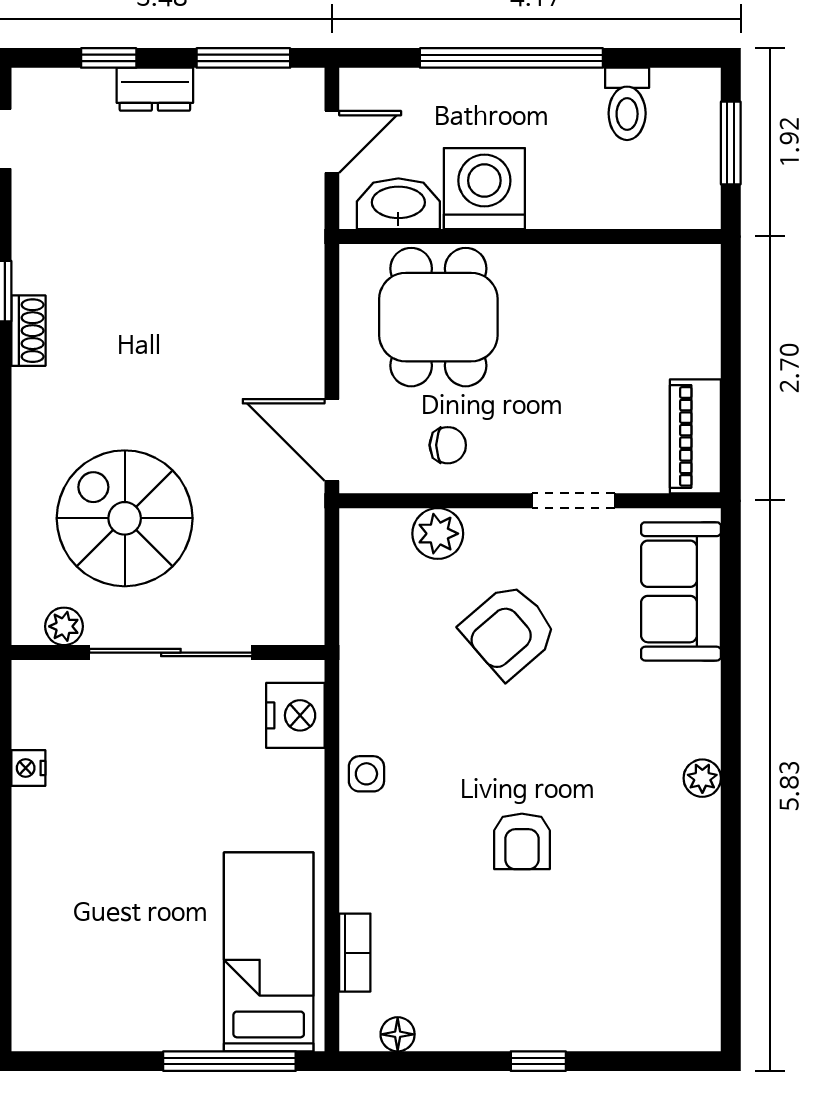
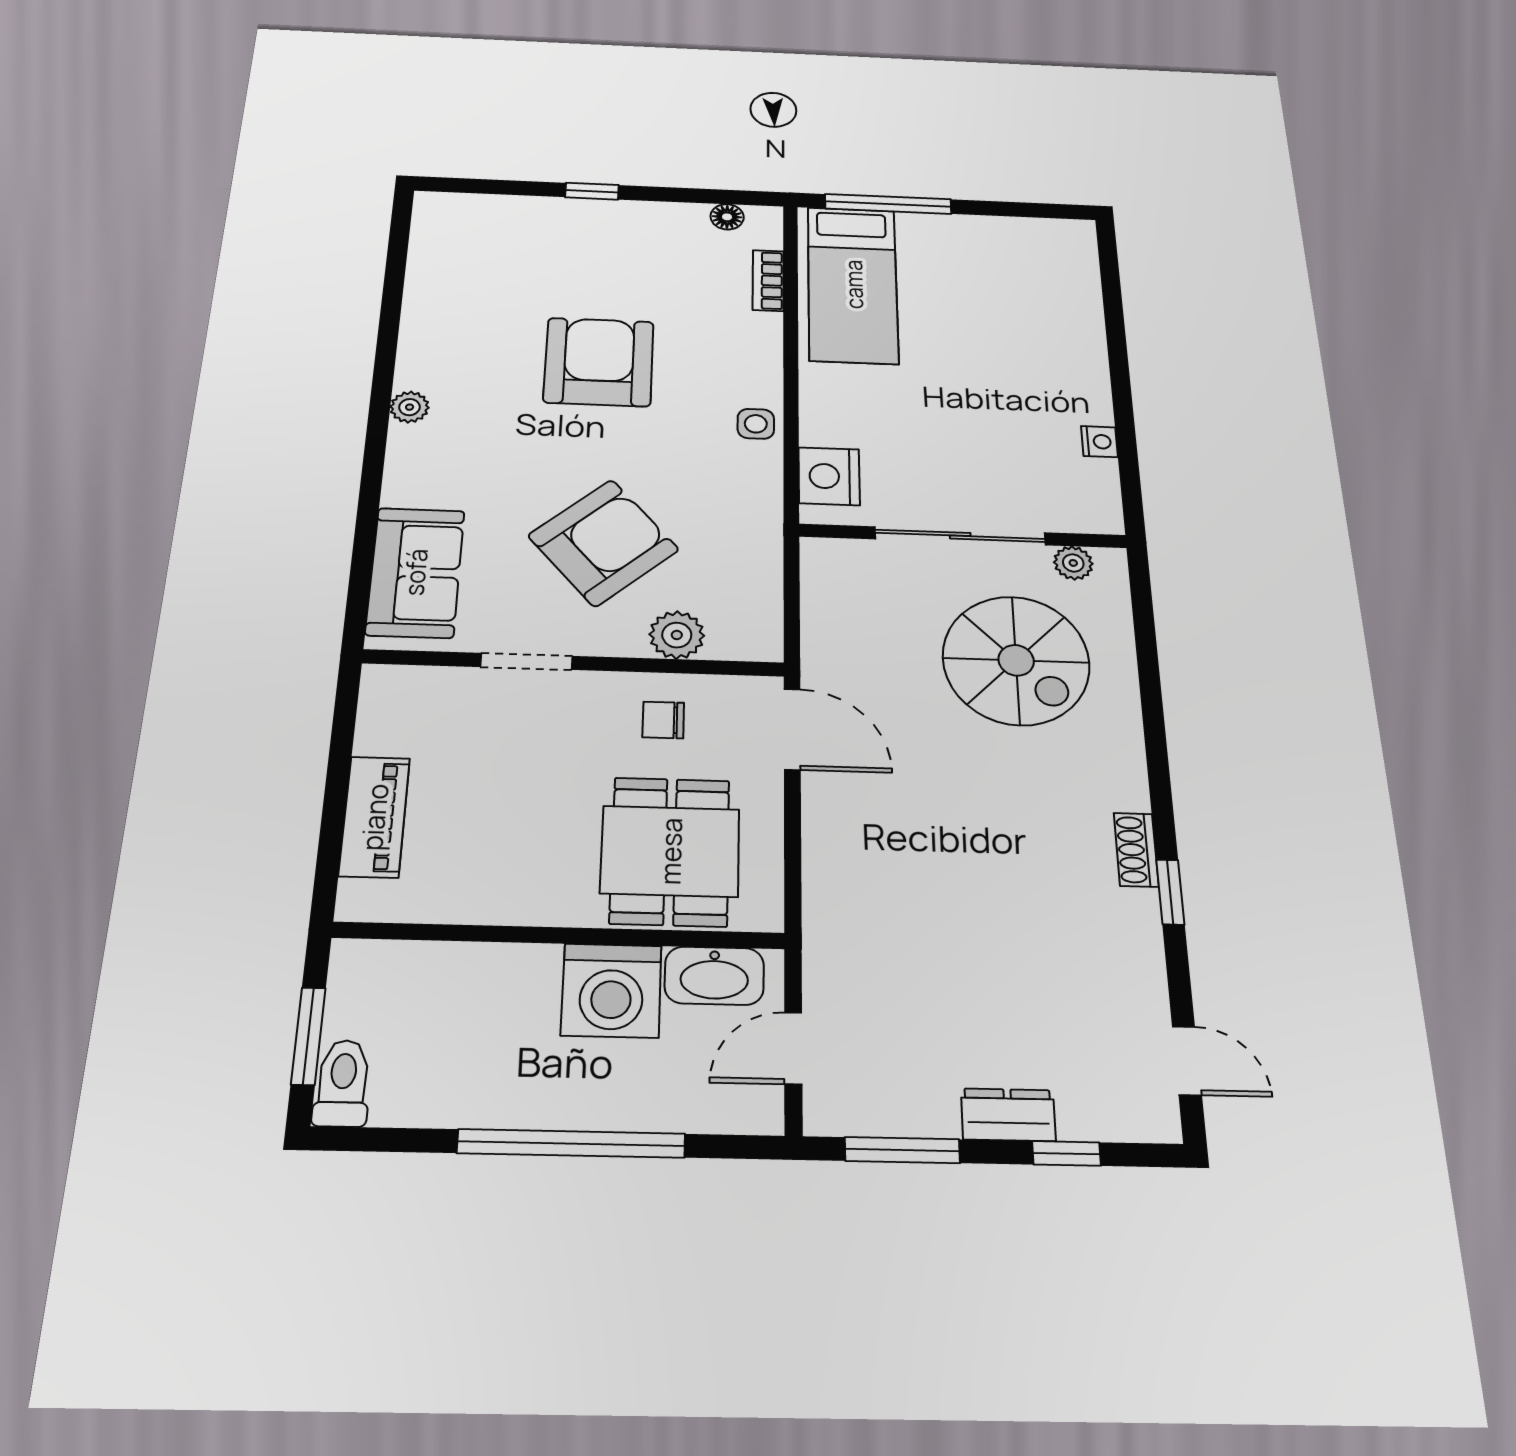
toilet: (627, 104) -> (343, 1083), moved
piano: (695, 436) -> (374, 817), moved
armchair: (509, 631) -> (603, 543), width x1.36, depth x1.36
armchair: (522, 841) -> (599, 362), width x1.88, depth x1.88

